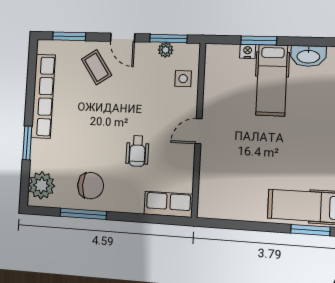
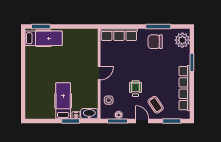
washbasin: (308, 56) -> (89, 114), moved
wheelchair: (137, 151) -> (136, 89), moved
row of seats: (168, 204) -> (119, 35), width x1.48

